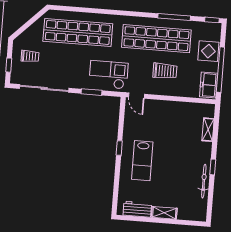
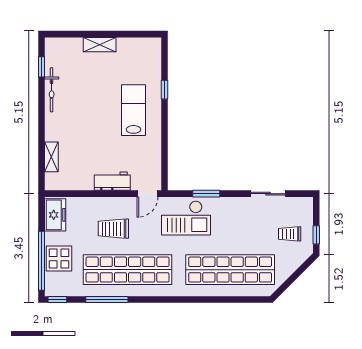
window: (9, 65) -> (316, 235), moved
window: (220, 70) -> (41, 261), moved
sliding door: (44, 88) -> (268, 194), width x0.54
door: (137, 96) -> (147, 194), swing flipped
window: (119, 148) -> (165, 90), moved
window: (213, 167) -> (41, 67), moved
workbench: (137, 209) -> (112, 181), moved, turned 180

